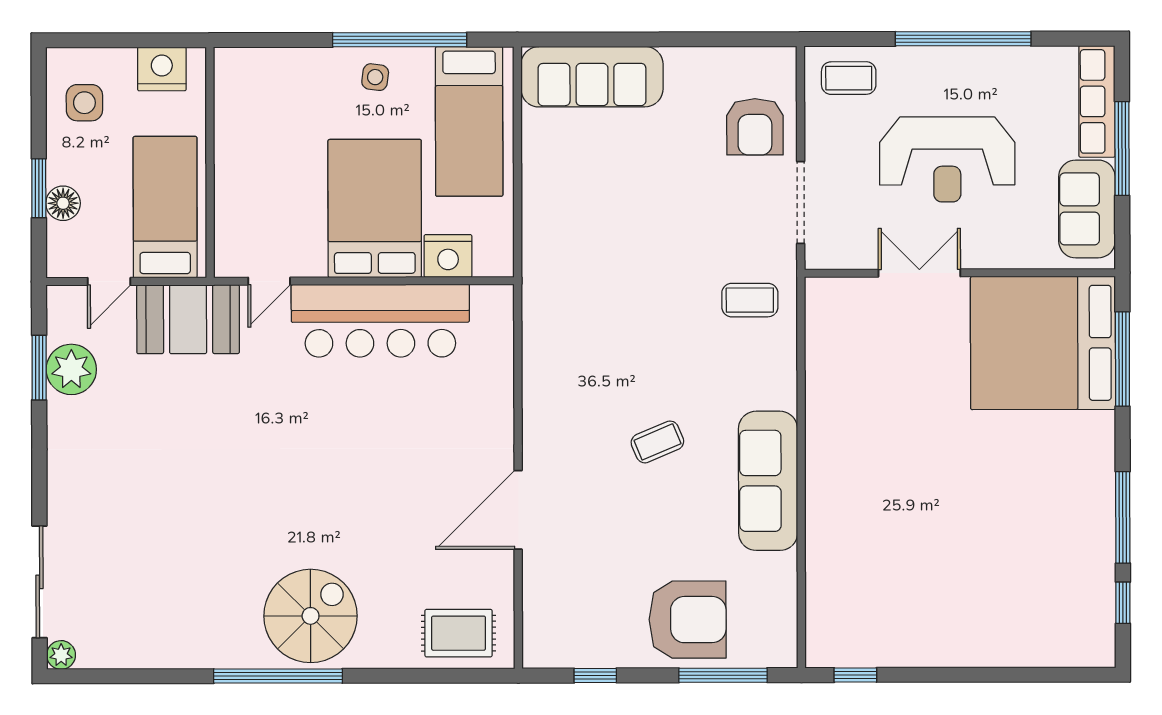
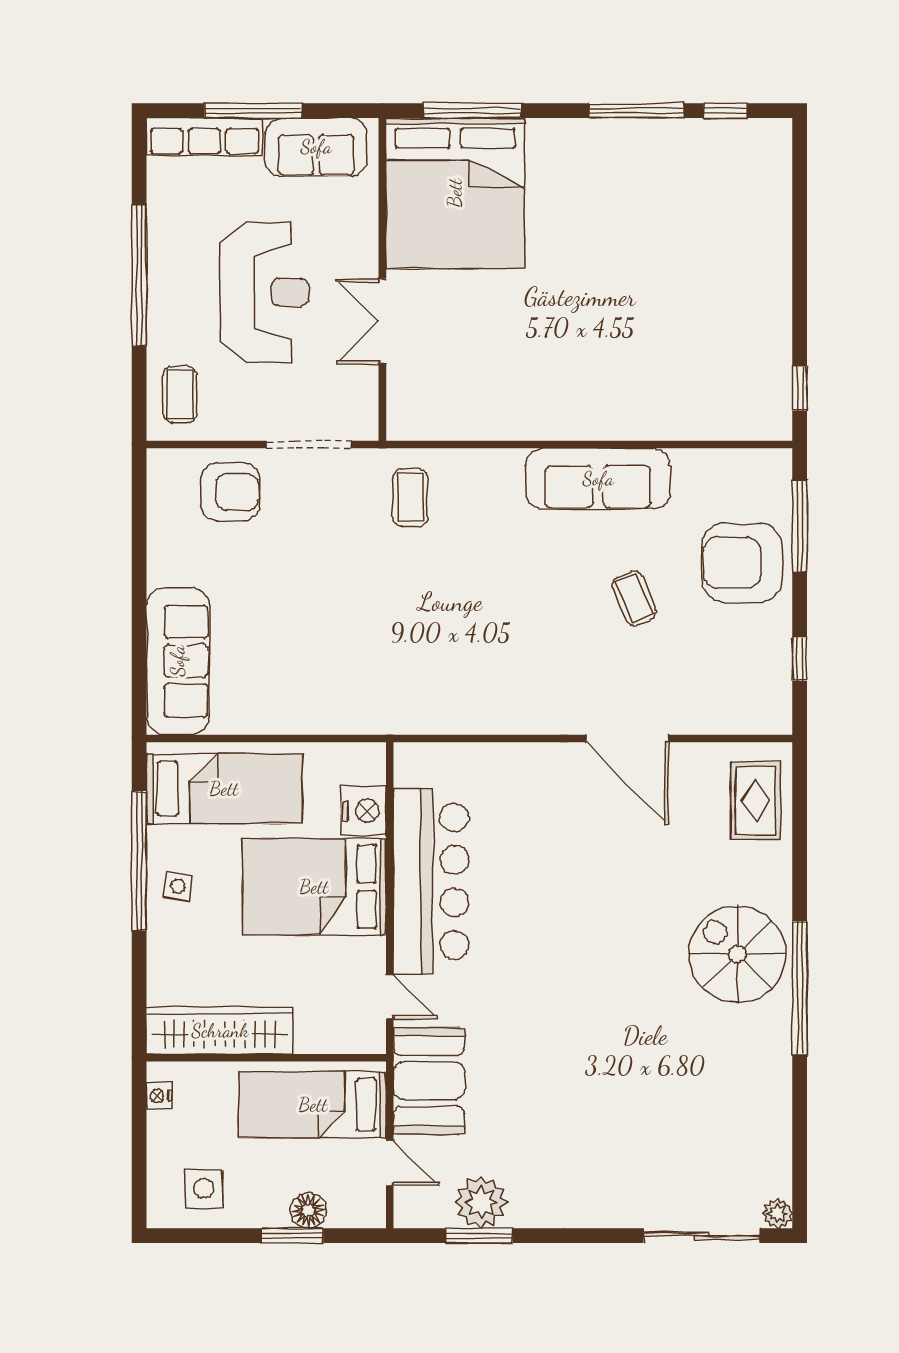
nightstand: (162, 69) -> (159, 1096), width x0.53, depth x0.56
wardrobe: (236, 117) -> (220, 1031), added
coffee table: (657, 442) -> (634, 598), moved
armchair: (688, 620) -> (742, 563), turned -90

